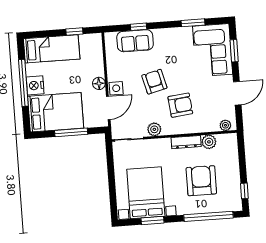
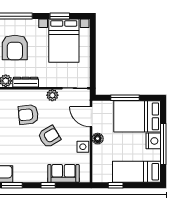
window: (139, 27) -> (48, 185), moved
armchair: (154, 82) -> (49, 137), turned -107
side table: (116, 88) -> (83, 147), moved
door: (108, 108) -> (91, 117), hinge flipped

